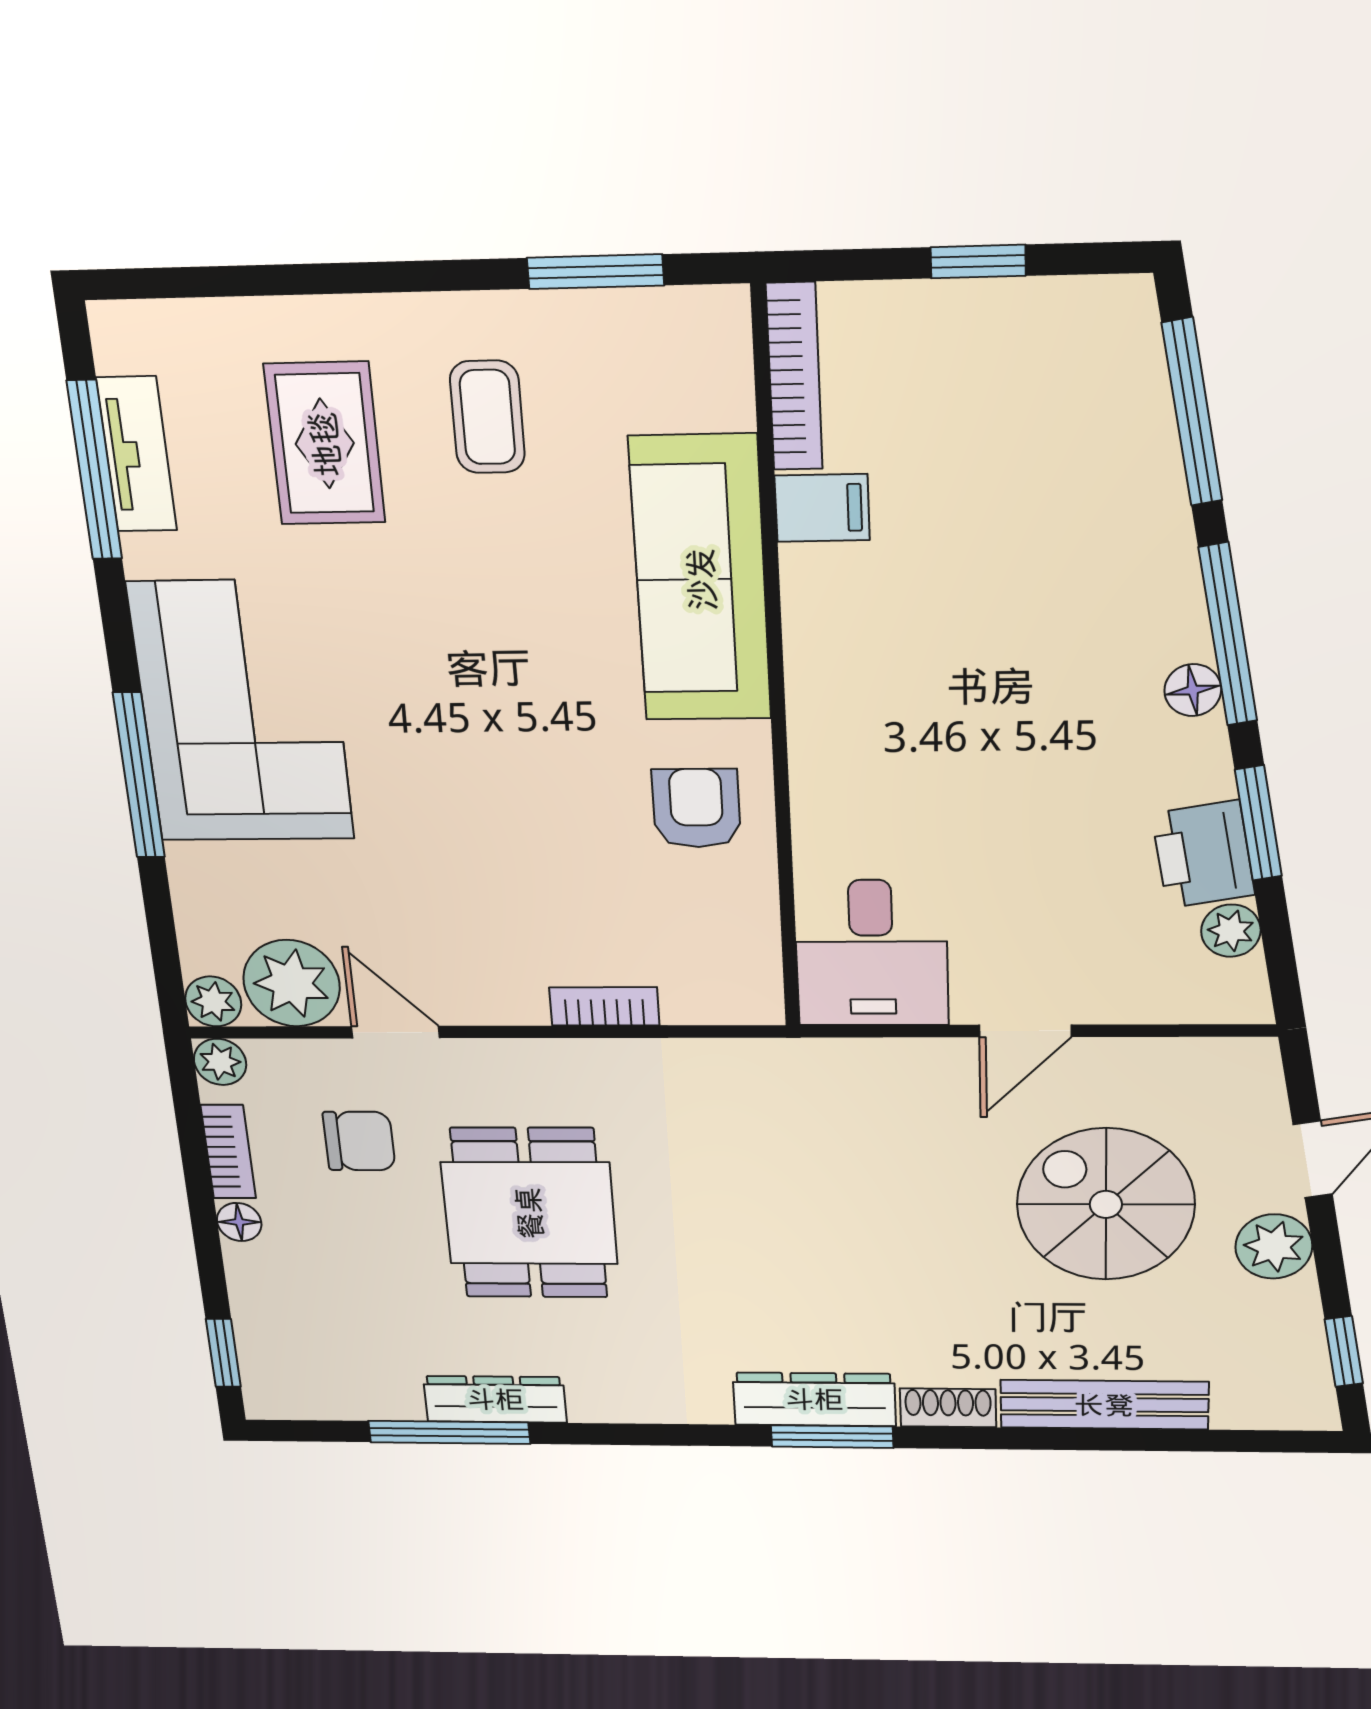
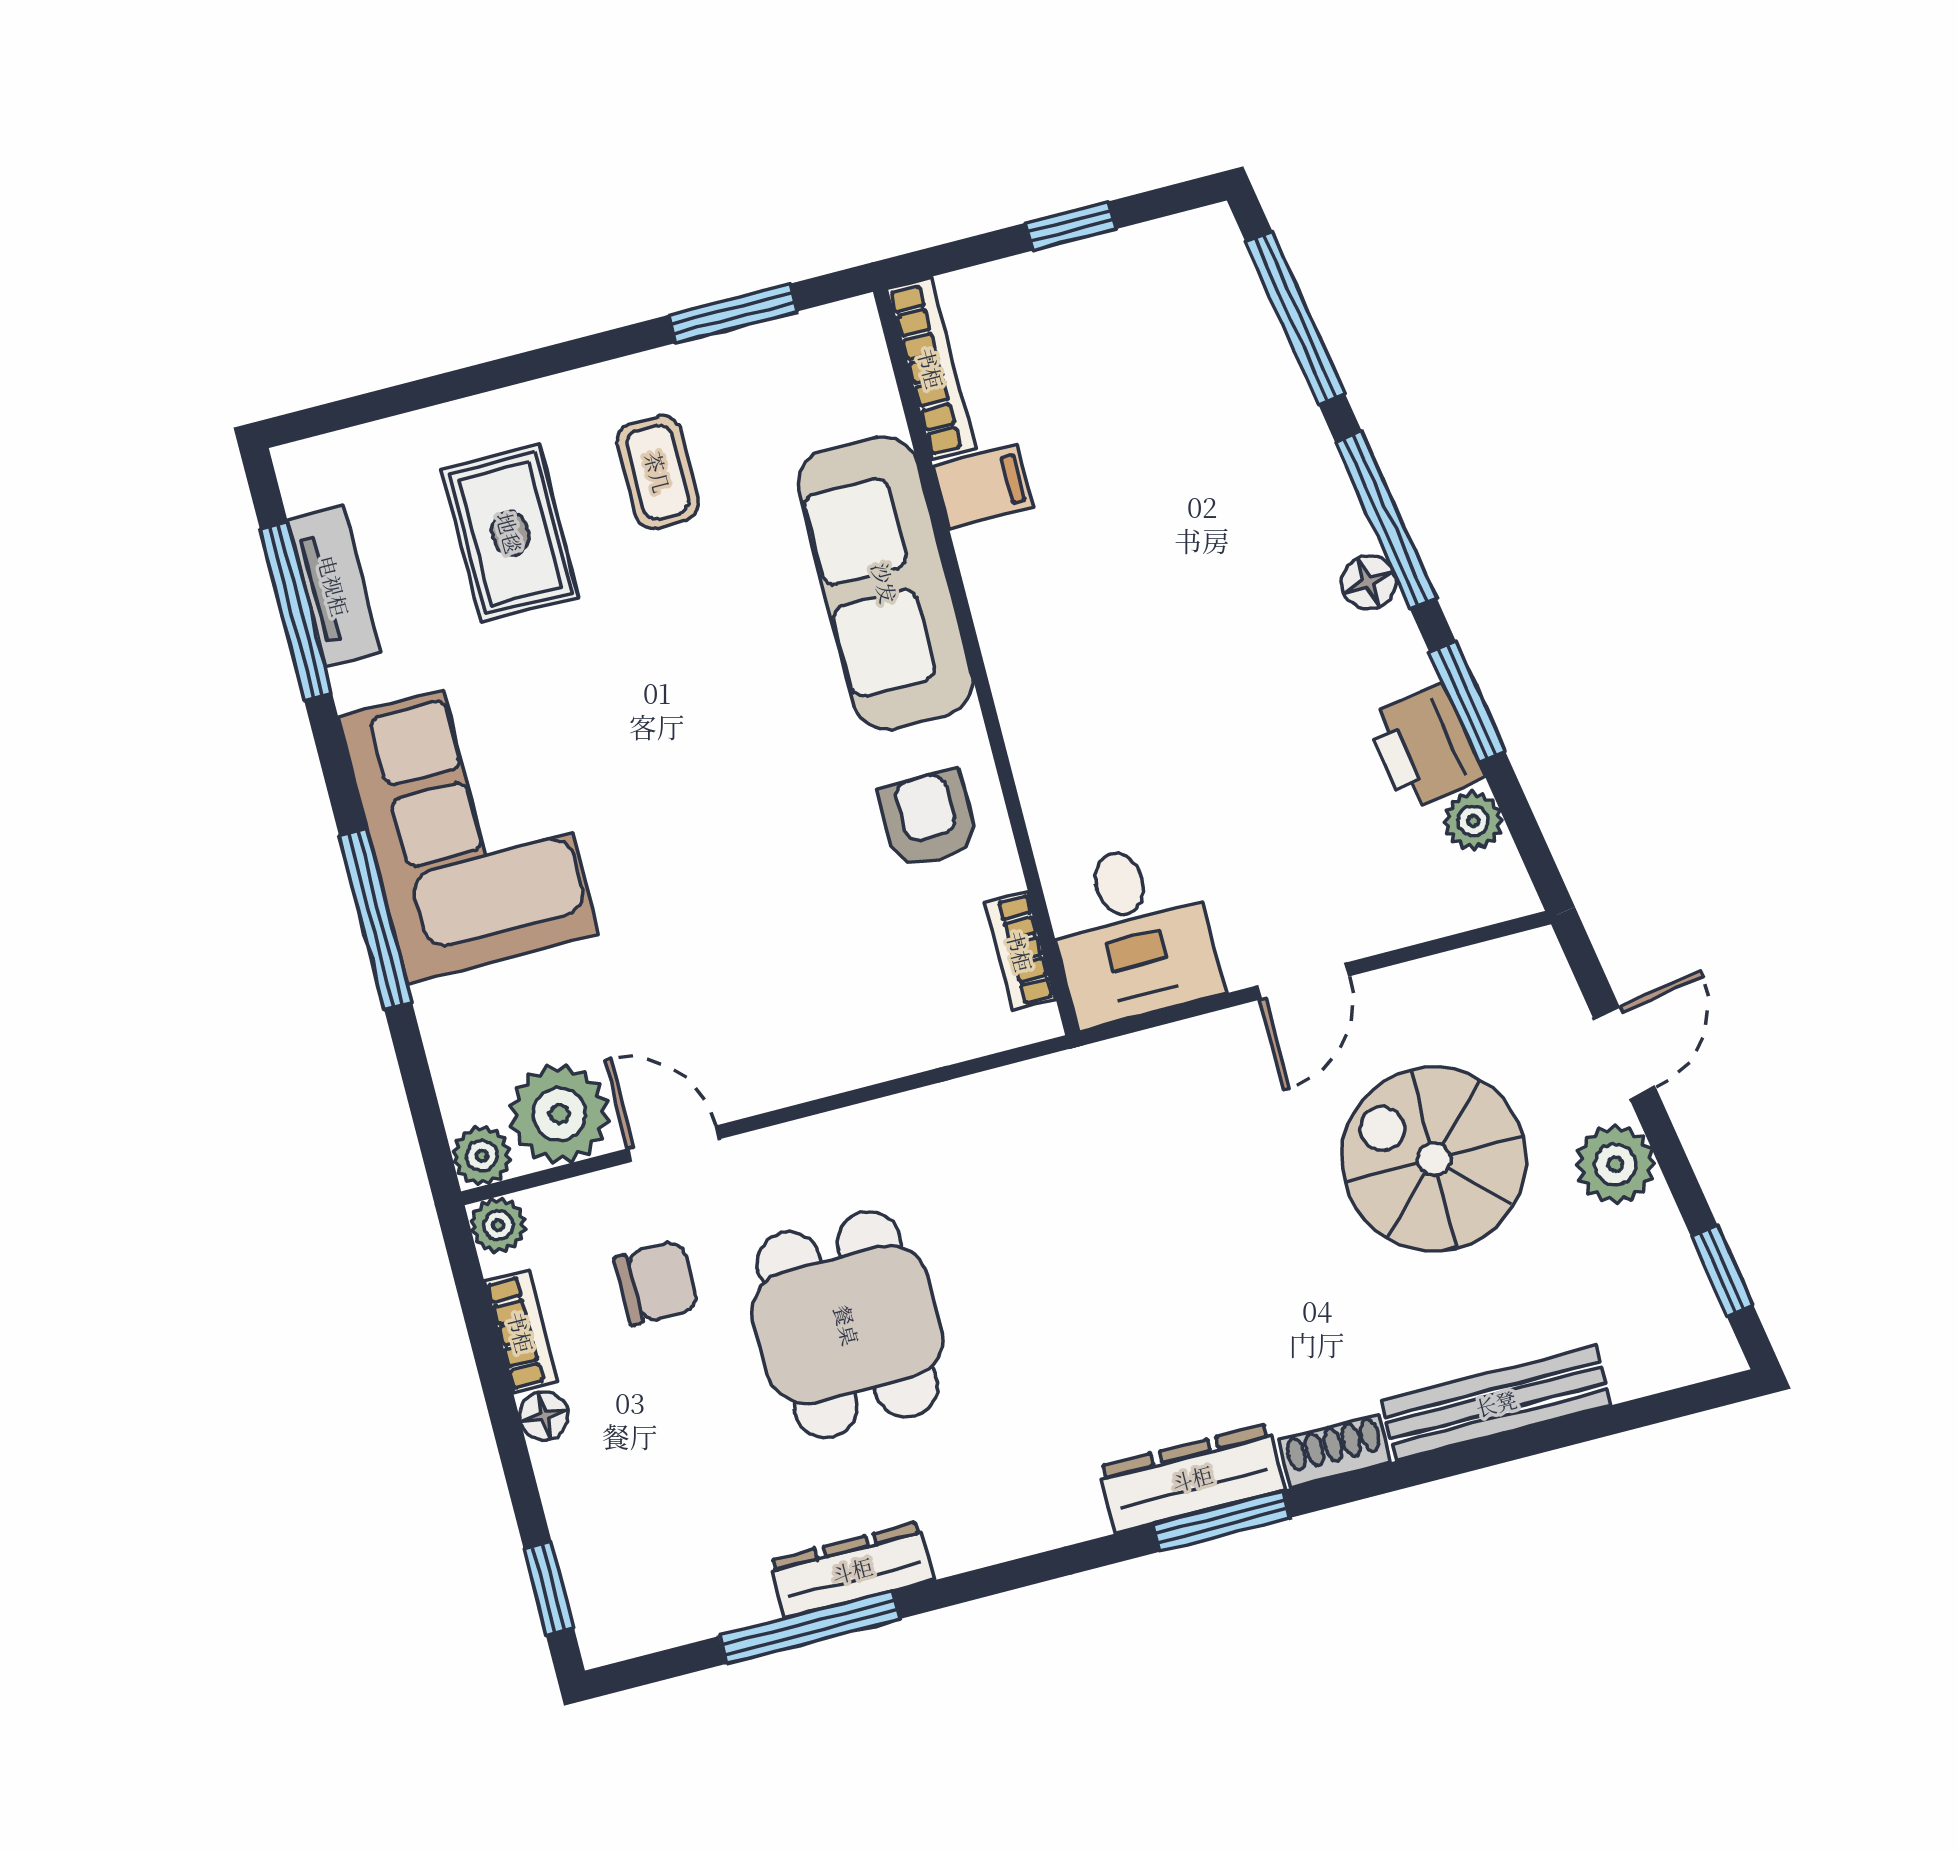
bookcase: (604, 1006) -> (1020, 951), moved, turned -90

